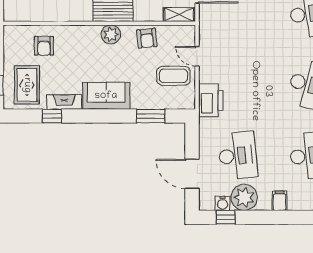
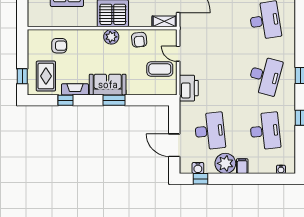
armchair: (44, 46) -> (59, 46), turned -90
window: (151, 116) -> (114, 100), moved
plant: (244, 197) -> (225, 163), moved

